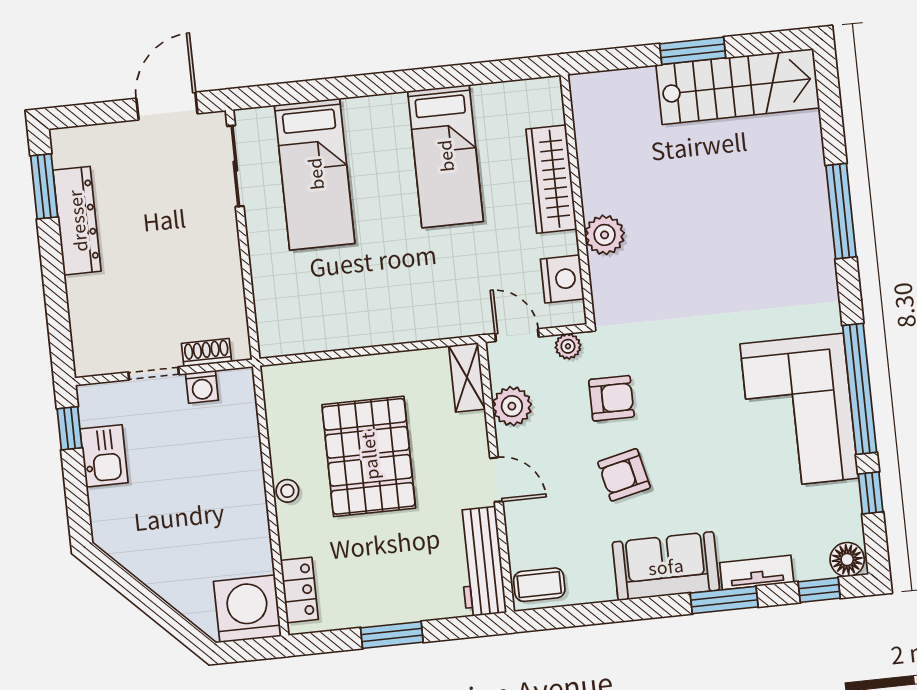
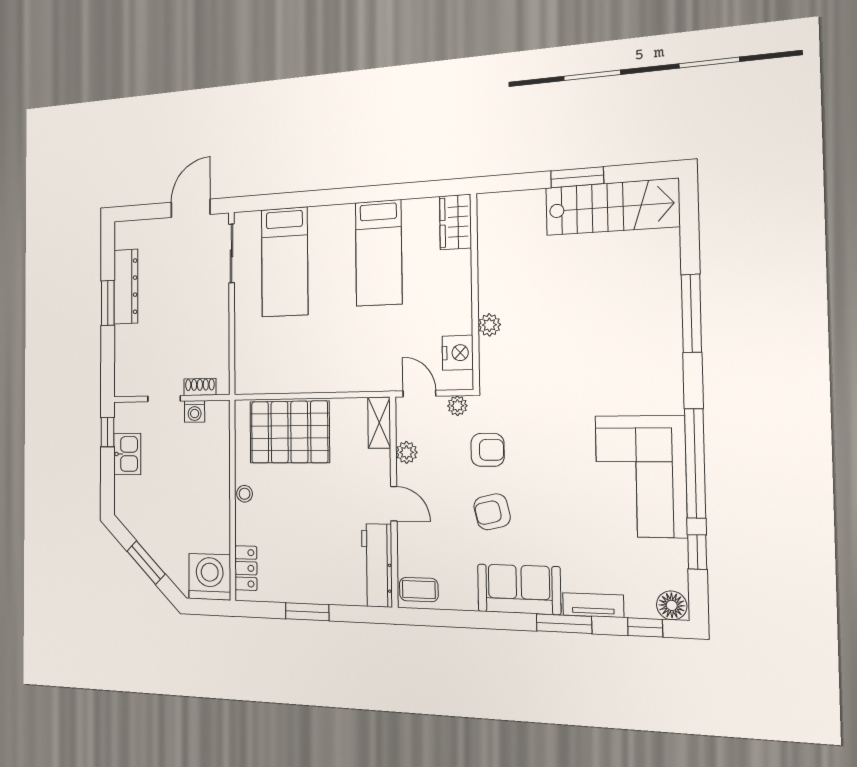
wardrobe: (551, 179) -> (456, 222), moved, width x0.67
window: (44, 186) -> (108, 303), moved
plant: (605, 235) -> (489, 325), width x0.73, depth x0.73
plant: (512, 406) -> (407, 452), width x0.73, depth x0.73
pallet: (369, 456) -> (289, 432), moved, turned 90
window: (149, 603) -> (146, 562), added

